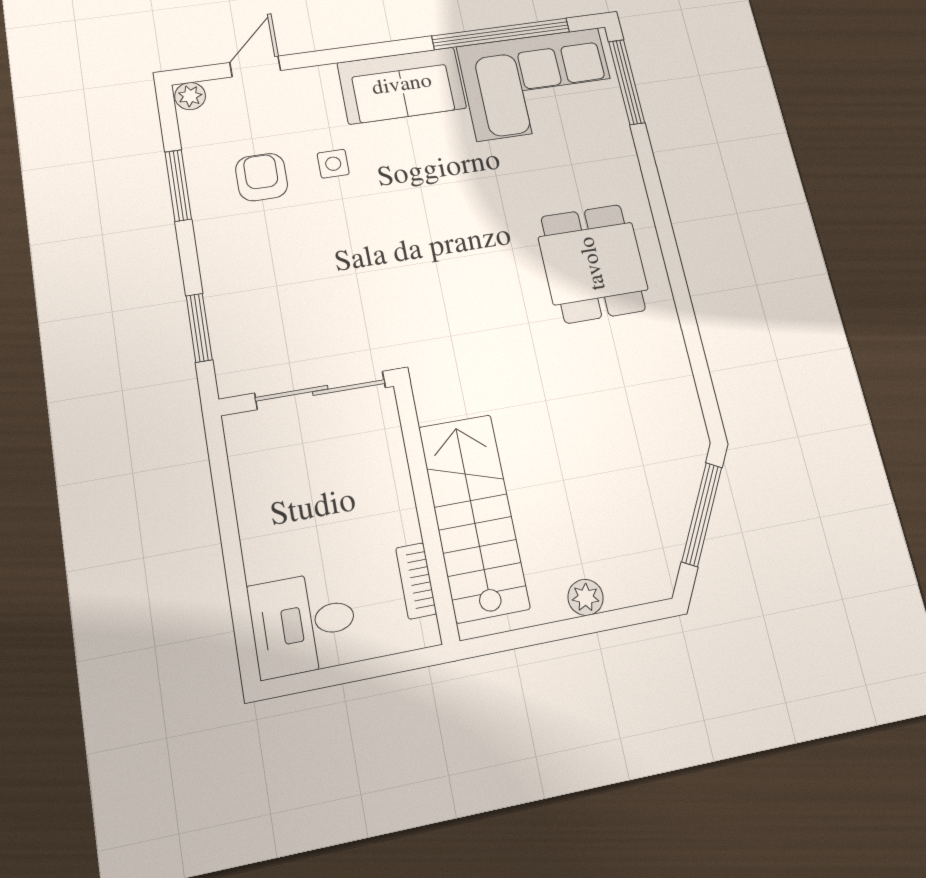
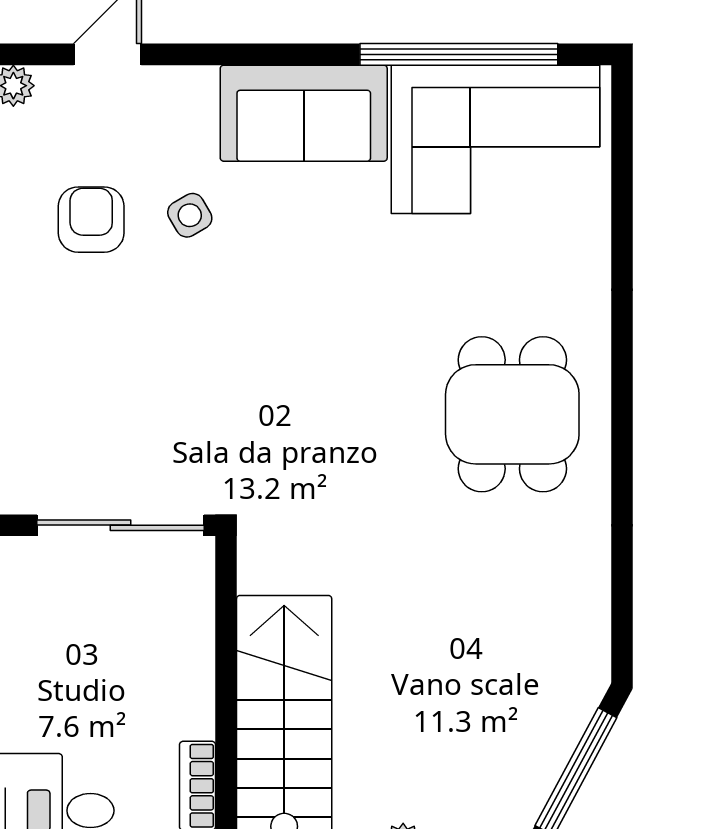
window: (627, 82) -> (622, 156), removed
side table: (333, 164) -> (190, 215), turned -30

